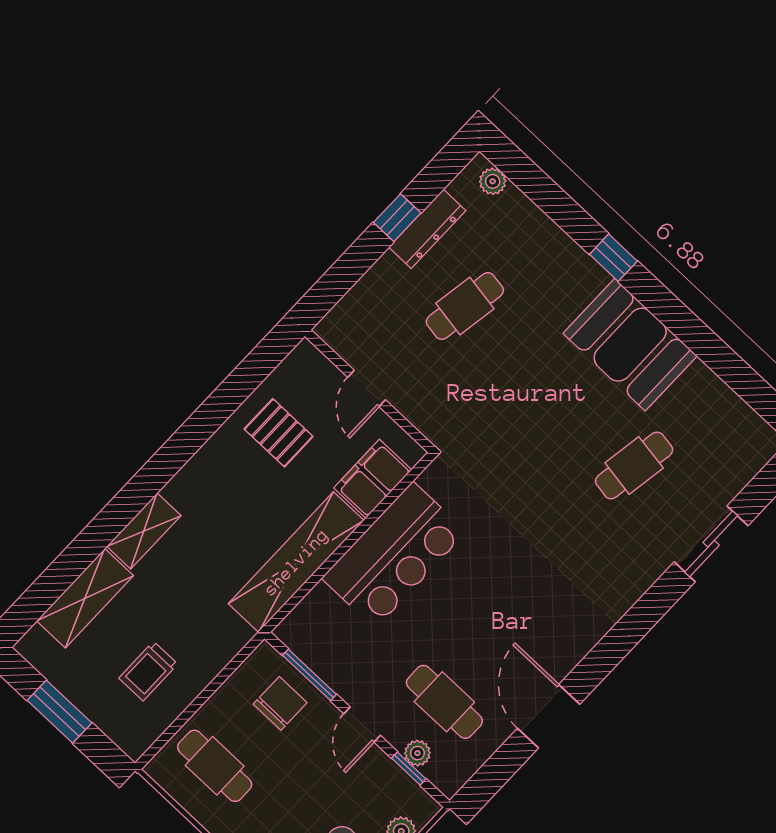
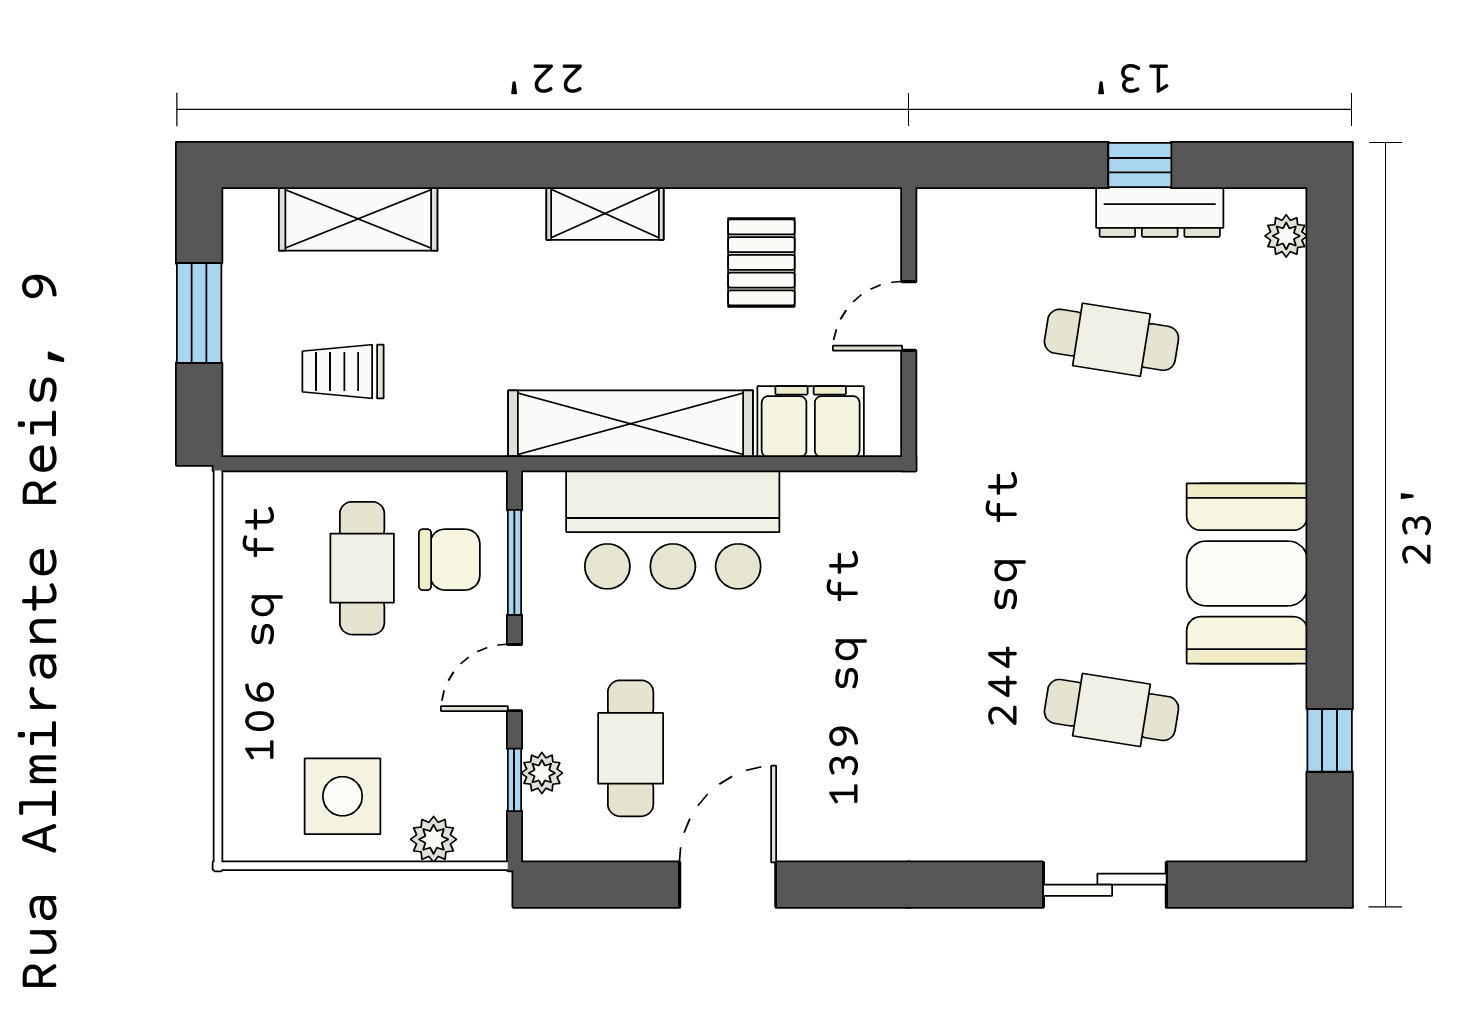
window: (613, 258) -> (1330, 740), moved
shelving: (144, 531) -> (605, 214), moved
bar counter: (394, 555) -> (673, 530), moved
cafe table: (215, 766) -> (362, 568), moved

